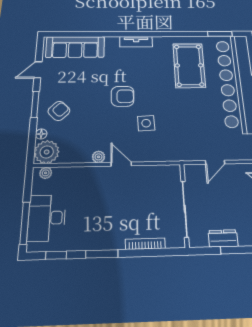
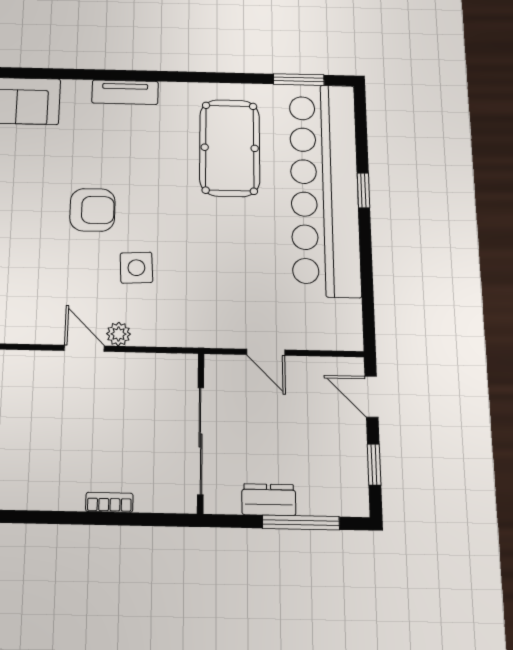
plant: (98, 157) -> (119, 334), moved
door: (215, 162) -> (266, 352), hinge flipped
bookcase: (145, 244) -> (109, 502), width x0.64
window: (102, 254) -> (42, 517), removed

